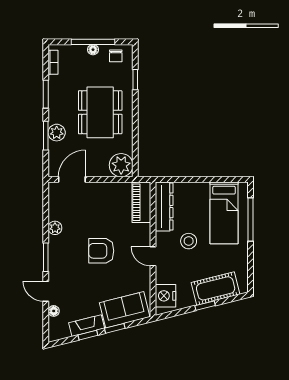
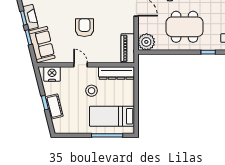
piano: (141, 202) -> (128, 48), moved, turned -90
door: (153, 256) -> (81, 65), hinge flipped
cot: (216, 288) -> (54, 106), width x0.73, depth x0.75

